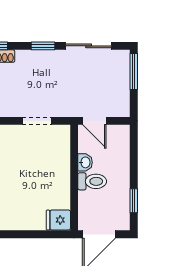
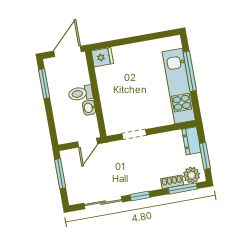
window: (134, 72) -> (60, 174), moved
door: (94, 121) -> (88, 143), swing flipped
window: (134, 201) -> (44, 84), width x1.50

